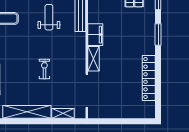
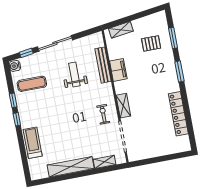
filing cabinet: (95, 35) -> (118, 70), moved
exercise bike: (44, 69) -> (103, 114), moved

